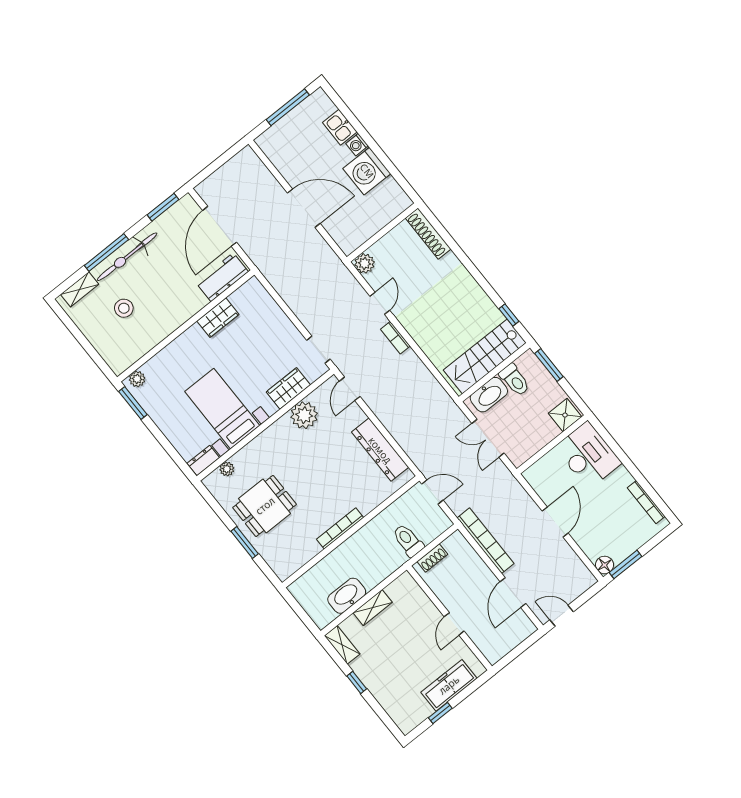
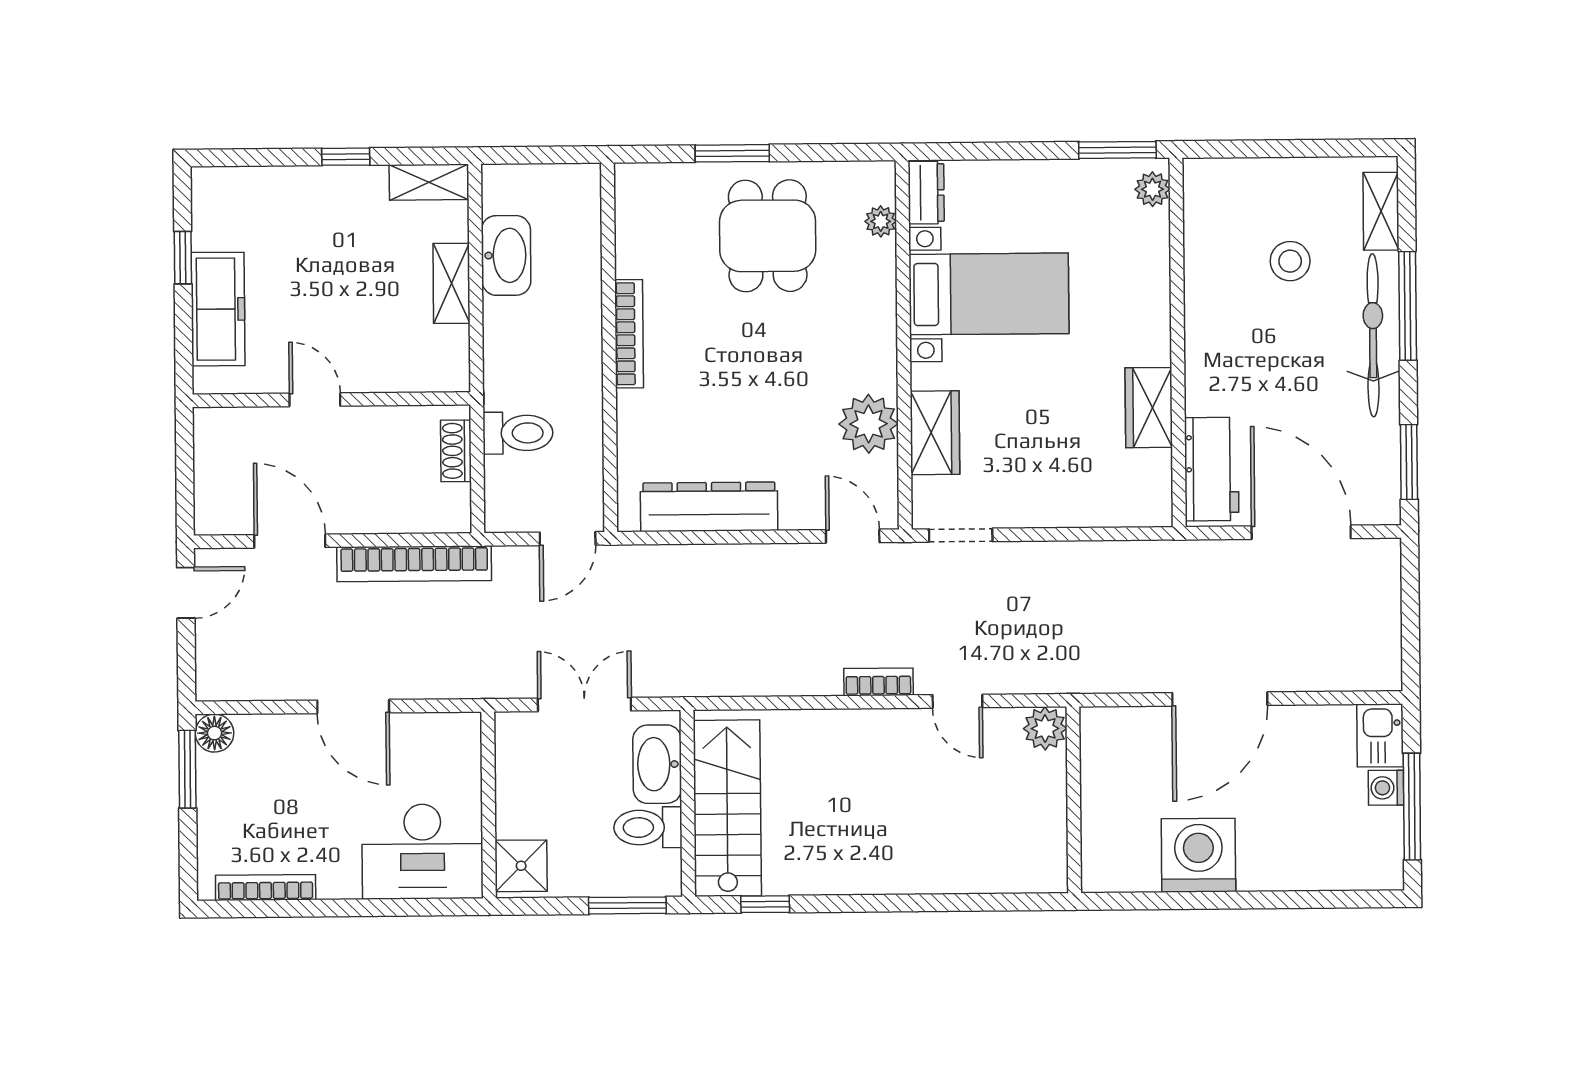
kitchen sink: (340, 127) -> (1380, 735), moved, turned -90
washing machine: (357, 145) -> (1386, 788), moved, turned -90
shoe rack: (428, 234) -> (1011, 876), removed

